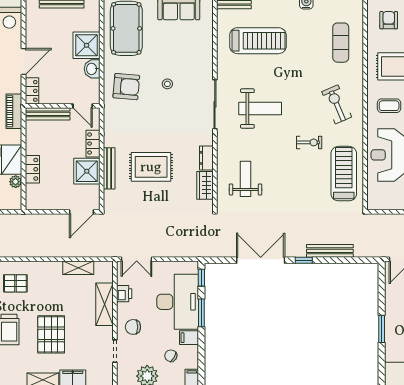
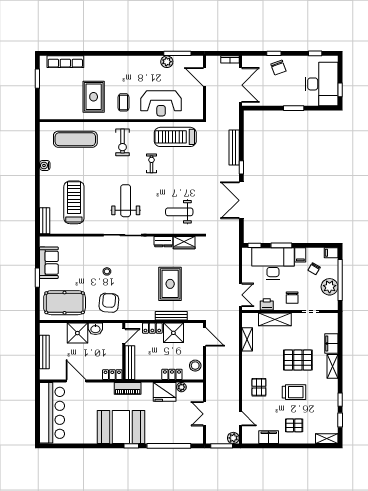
armchair: (389, 20) -> (58, 103), removed
exercise mat: (341, 43) -> (75, 139), width x1.36, depth x1.45
door: (23, 62) -> (76, 381), moved
exercise bike: (337, 104) -> (123, 142), turned -67
stool: (44, 200) -> (195, 366), added

